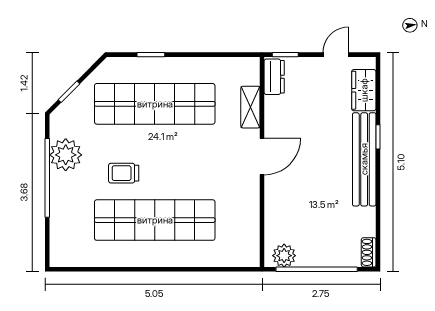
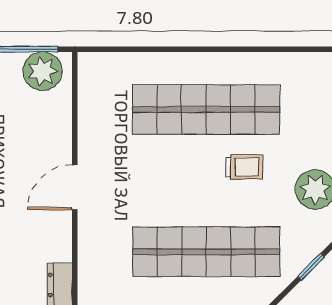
shelving: (250, 107) -> (89, 248), removed
plant: (284, 256) -> (43, 71), width x1.36, depth x1.36

